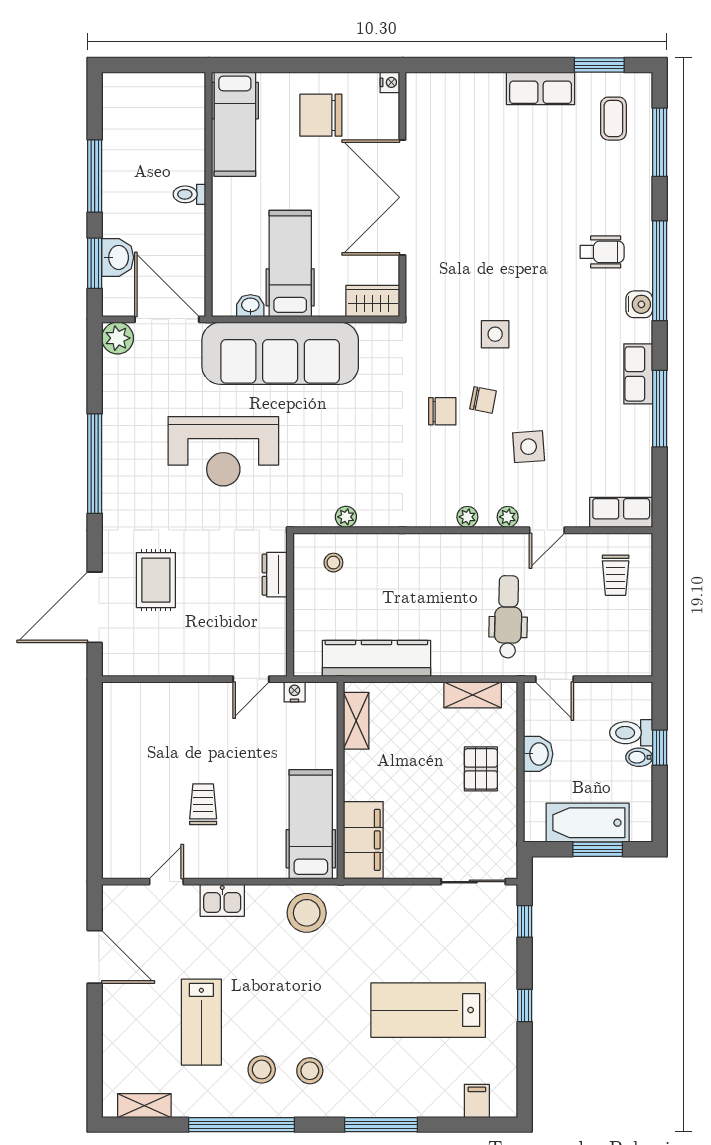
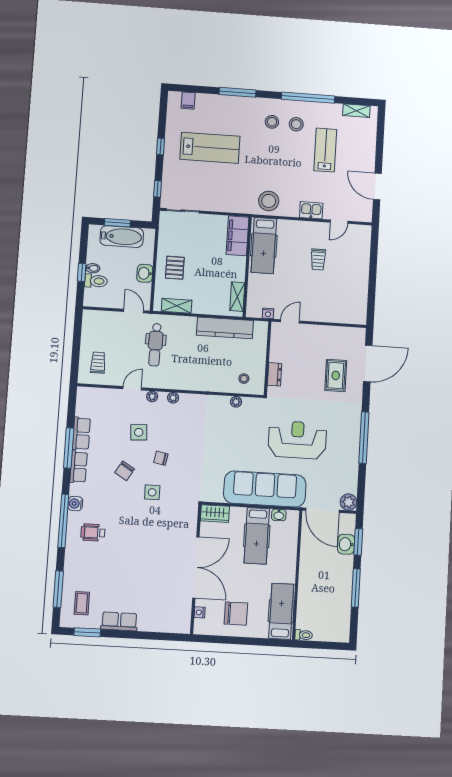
nightstand: (390, 82) -> (200, 612), moved
toilet: (189, 194) -> (304, 635), moved
chair: (442, 411) -> (125, 471), moved, turned -59
row of seats: (621, 512) -> (81, 434), moved, turned -90

